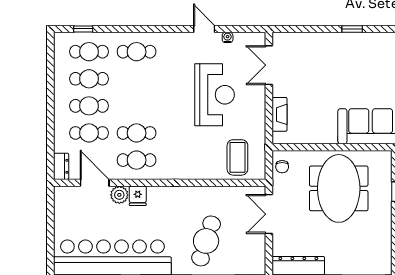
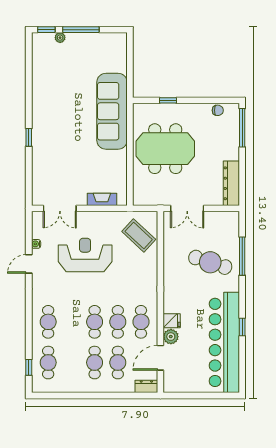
cafe table: (89, 79) -> (95, 322), moved
coffee table: (237, 157) -> (139, 235), turned 43
chair: (282, 167) -> (218, 110), moved

